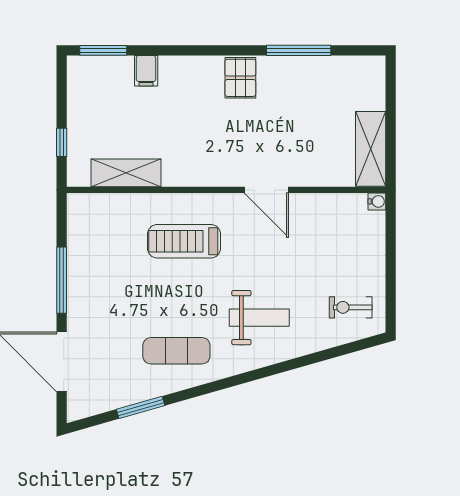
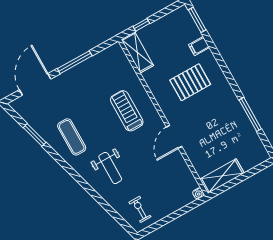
pallet: (240, 78) -> (190, 82), moved, width x1.50, depth x1.42
shelving: (126, 173) -> (137, 52), moved

